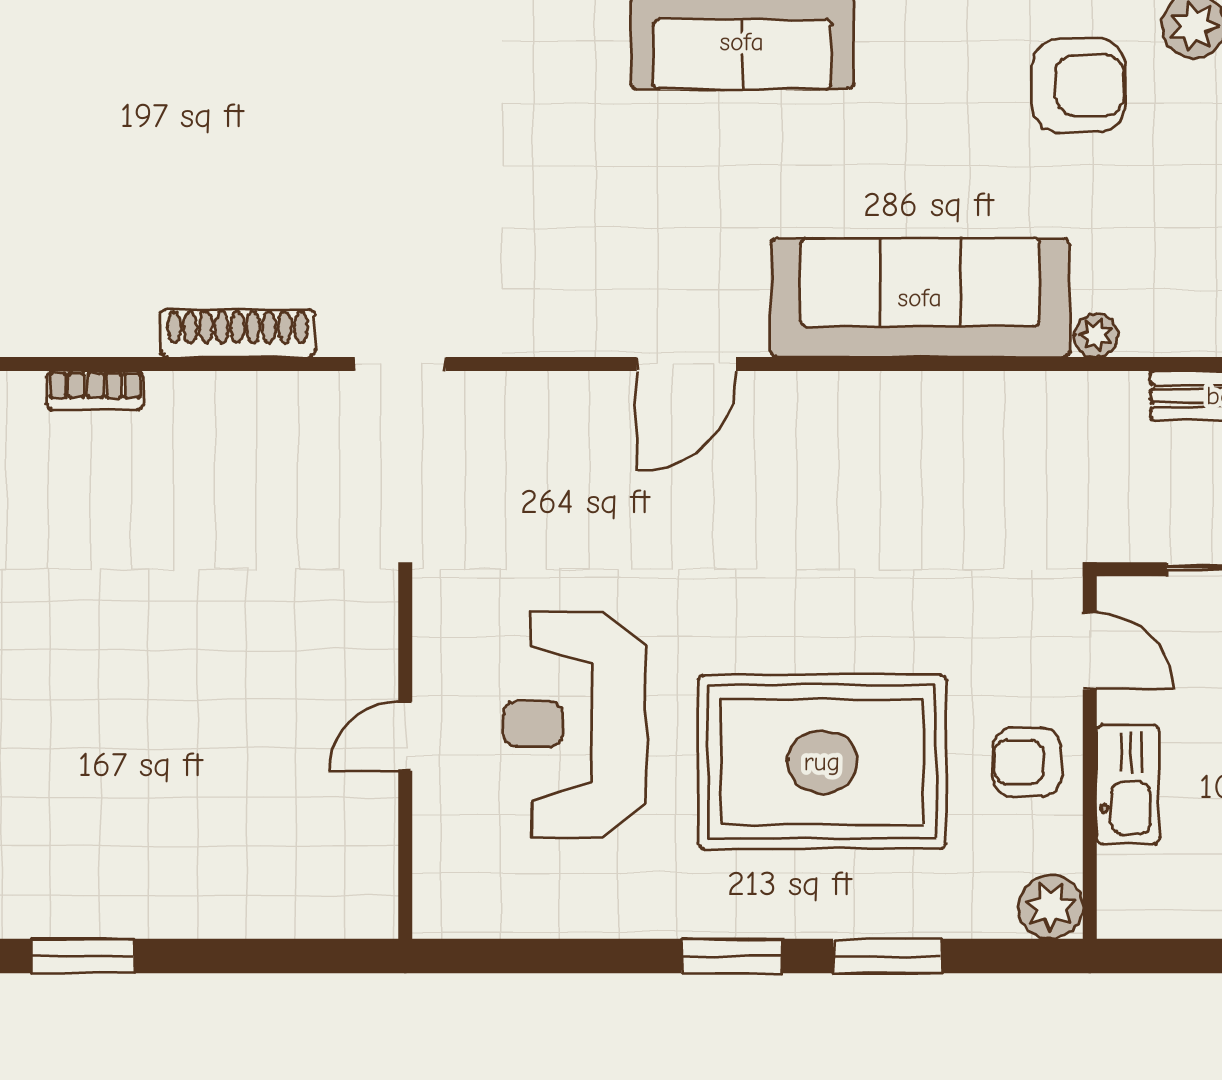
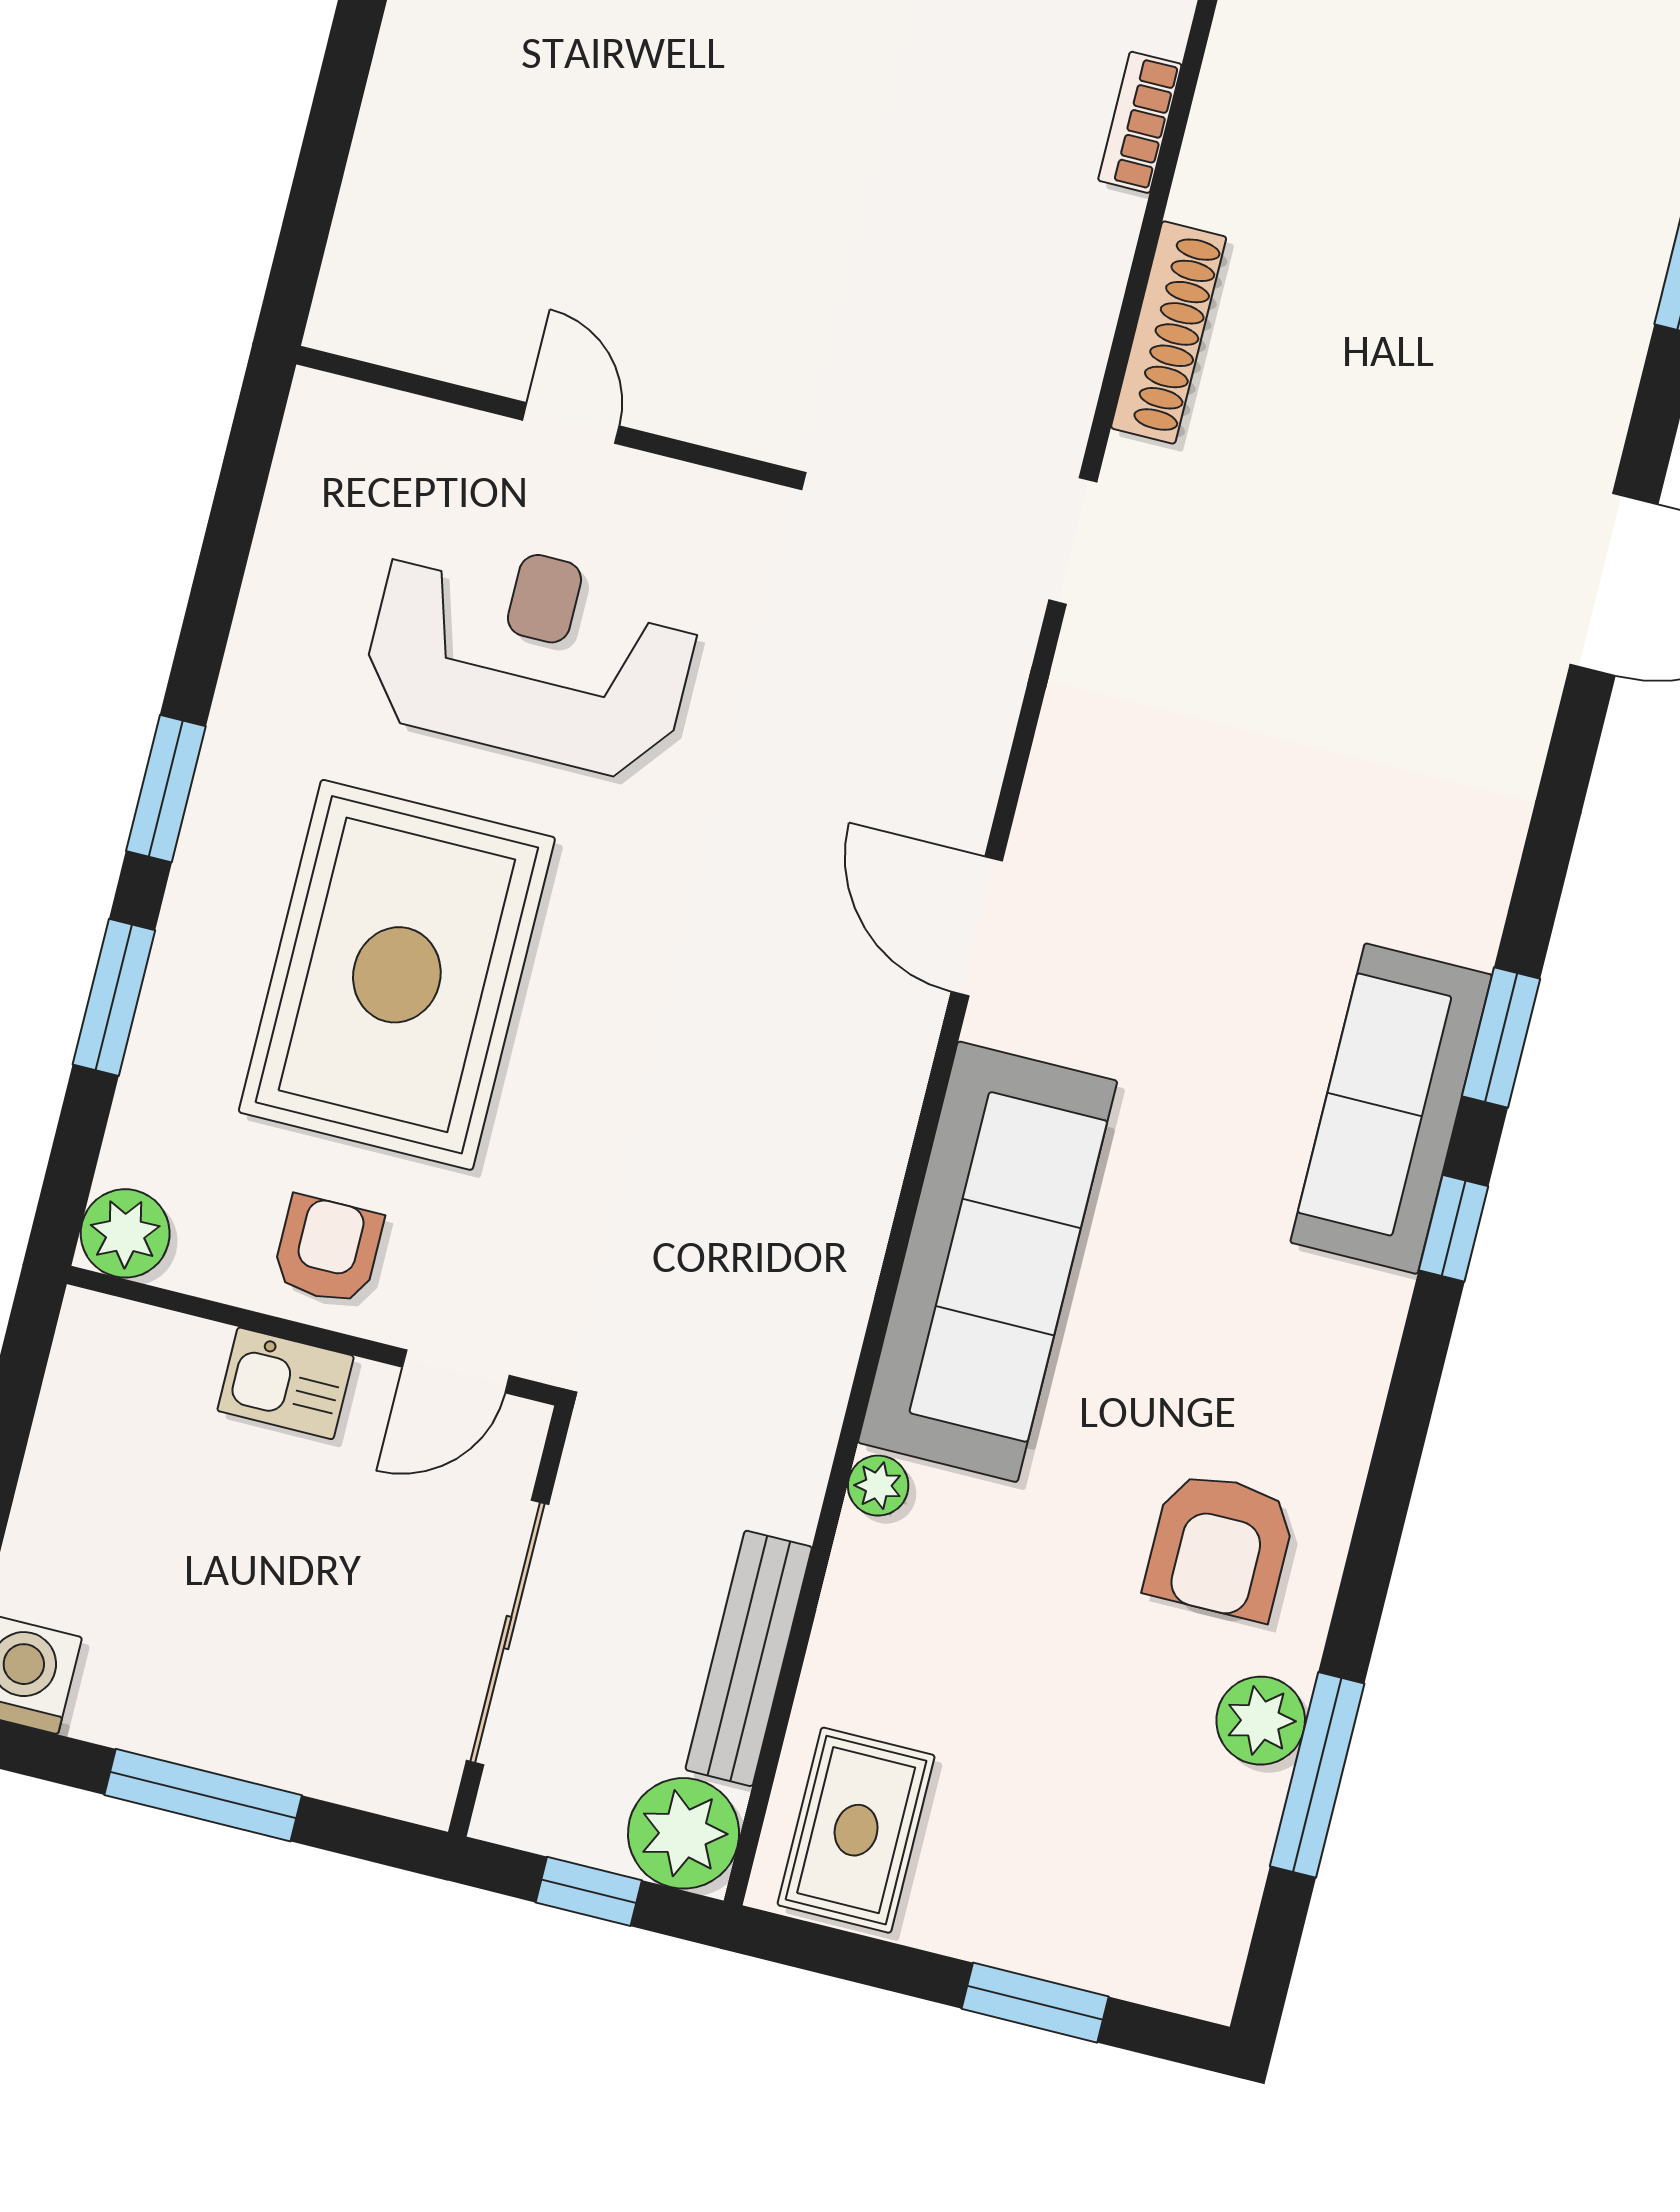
kitchen sink: (1128, 785) -> (286, 1383), width x0.73

